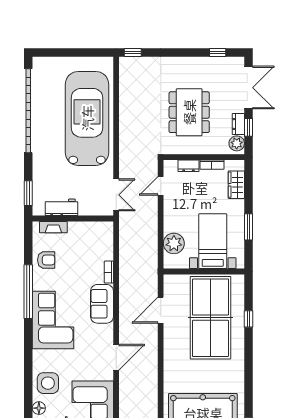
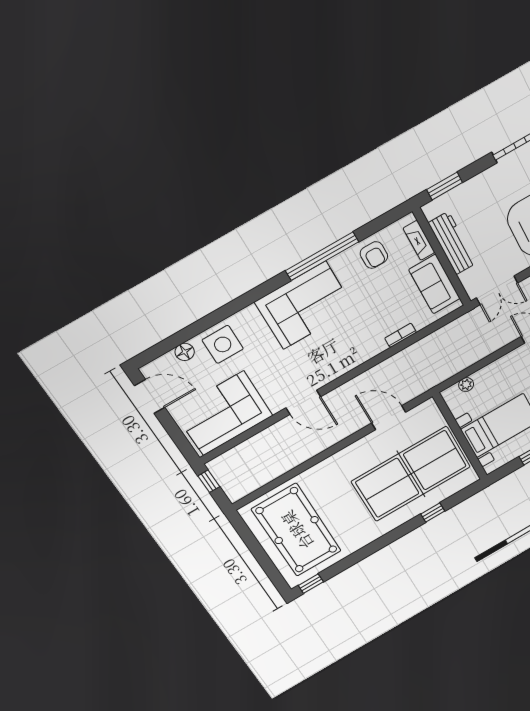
workbench: (62, 207) -> (452, 243), width x1.37
plant: (174, 243) -> (466, 385), width x0.53, depth x0.53
sofa: (102, 304) -> (435, 284), moved, turned -90

